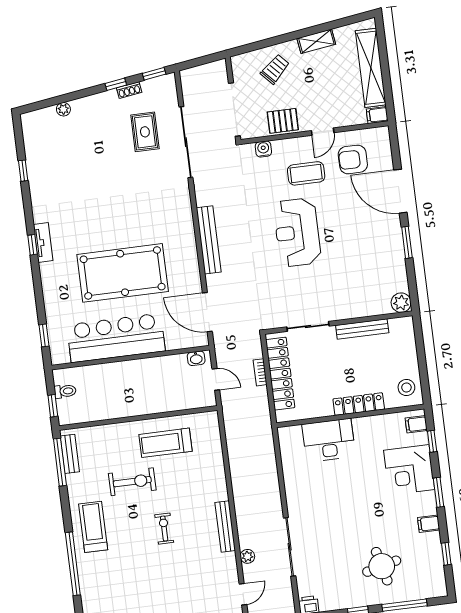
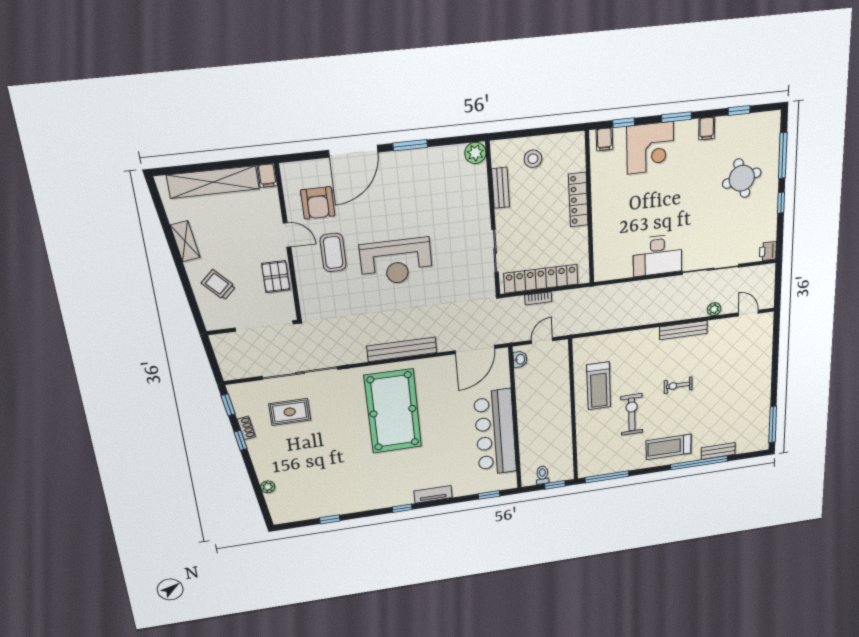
water cooler: (263, 149) -> (307, 296), removed
tv unit: (43, 243) -> (433, 494), moved
pool table: (123, 273) -> (393, 411), moved
bench: (362, 329) -> (501, 188), width x0.73
stool: (406, 387) -> (533, 159), moved
desk: (329, 440) -> (658, 255), moved, turned -90
bench: (70, 454) -> (718, 451), moved

